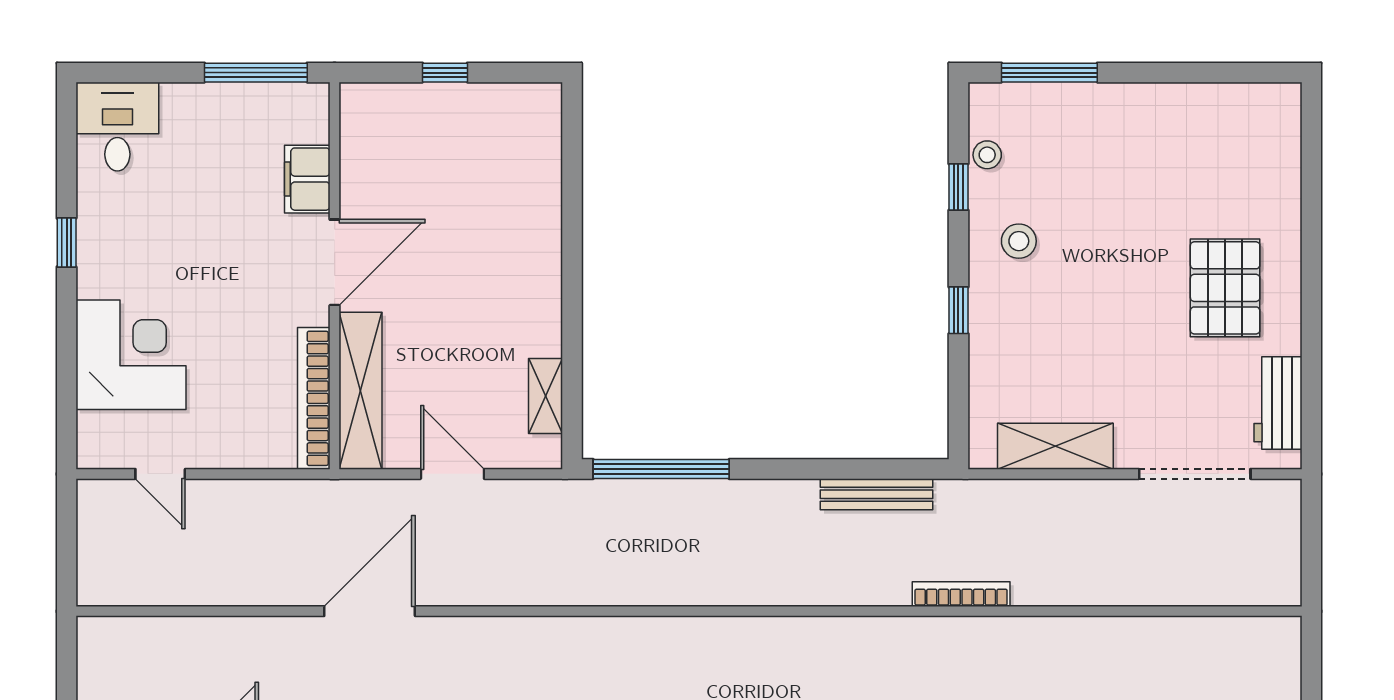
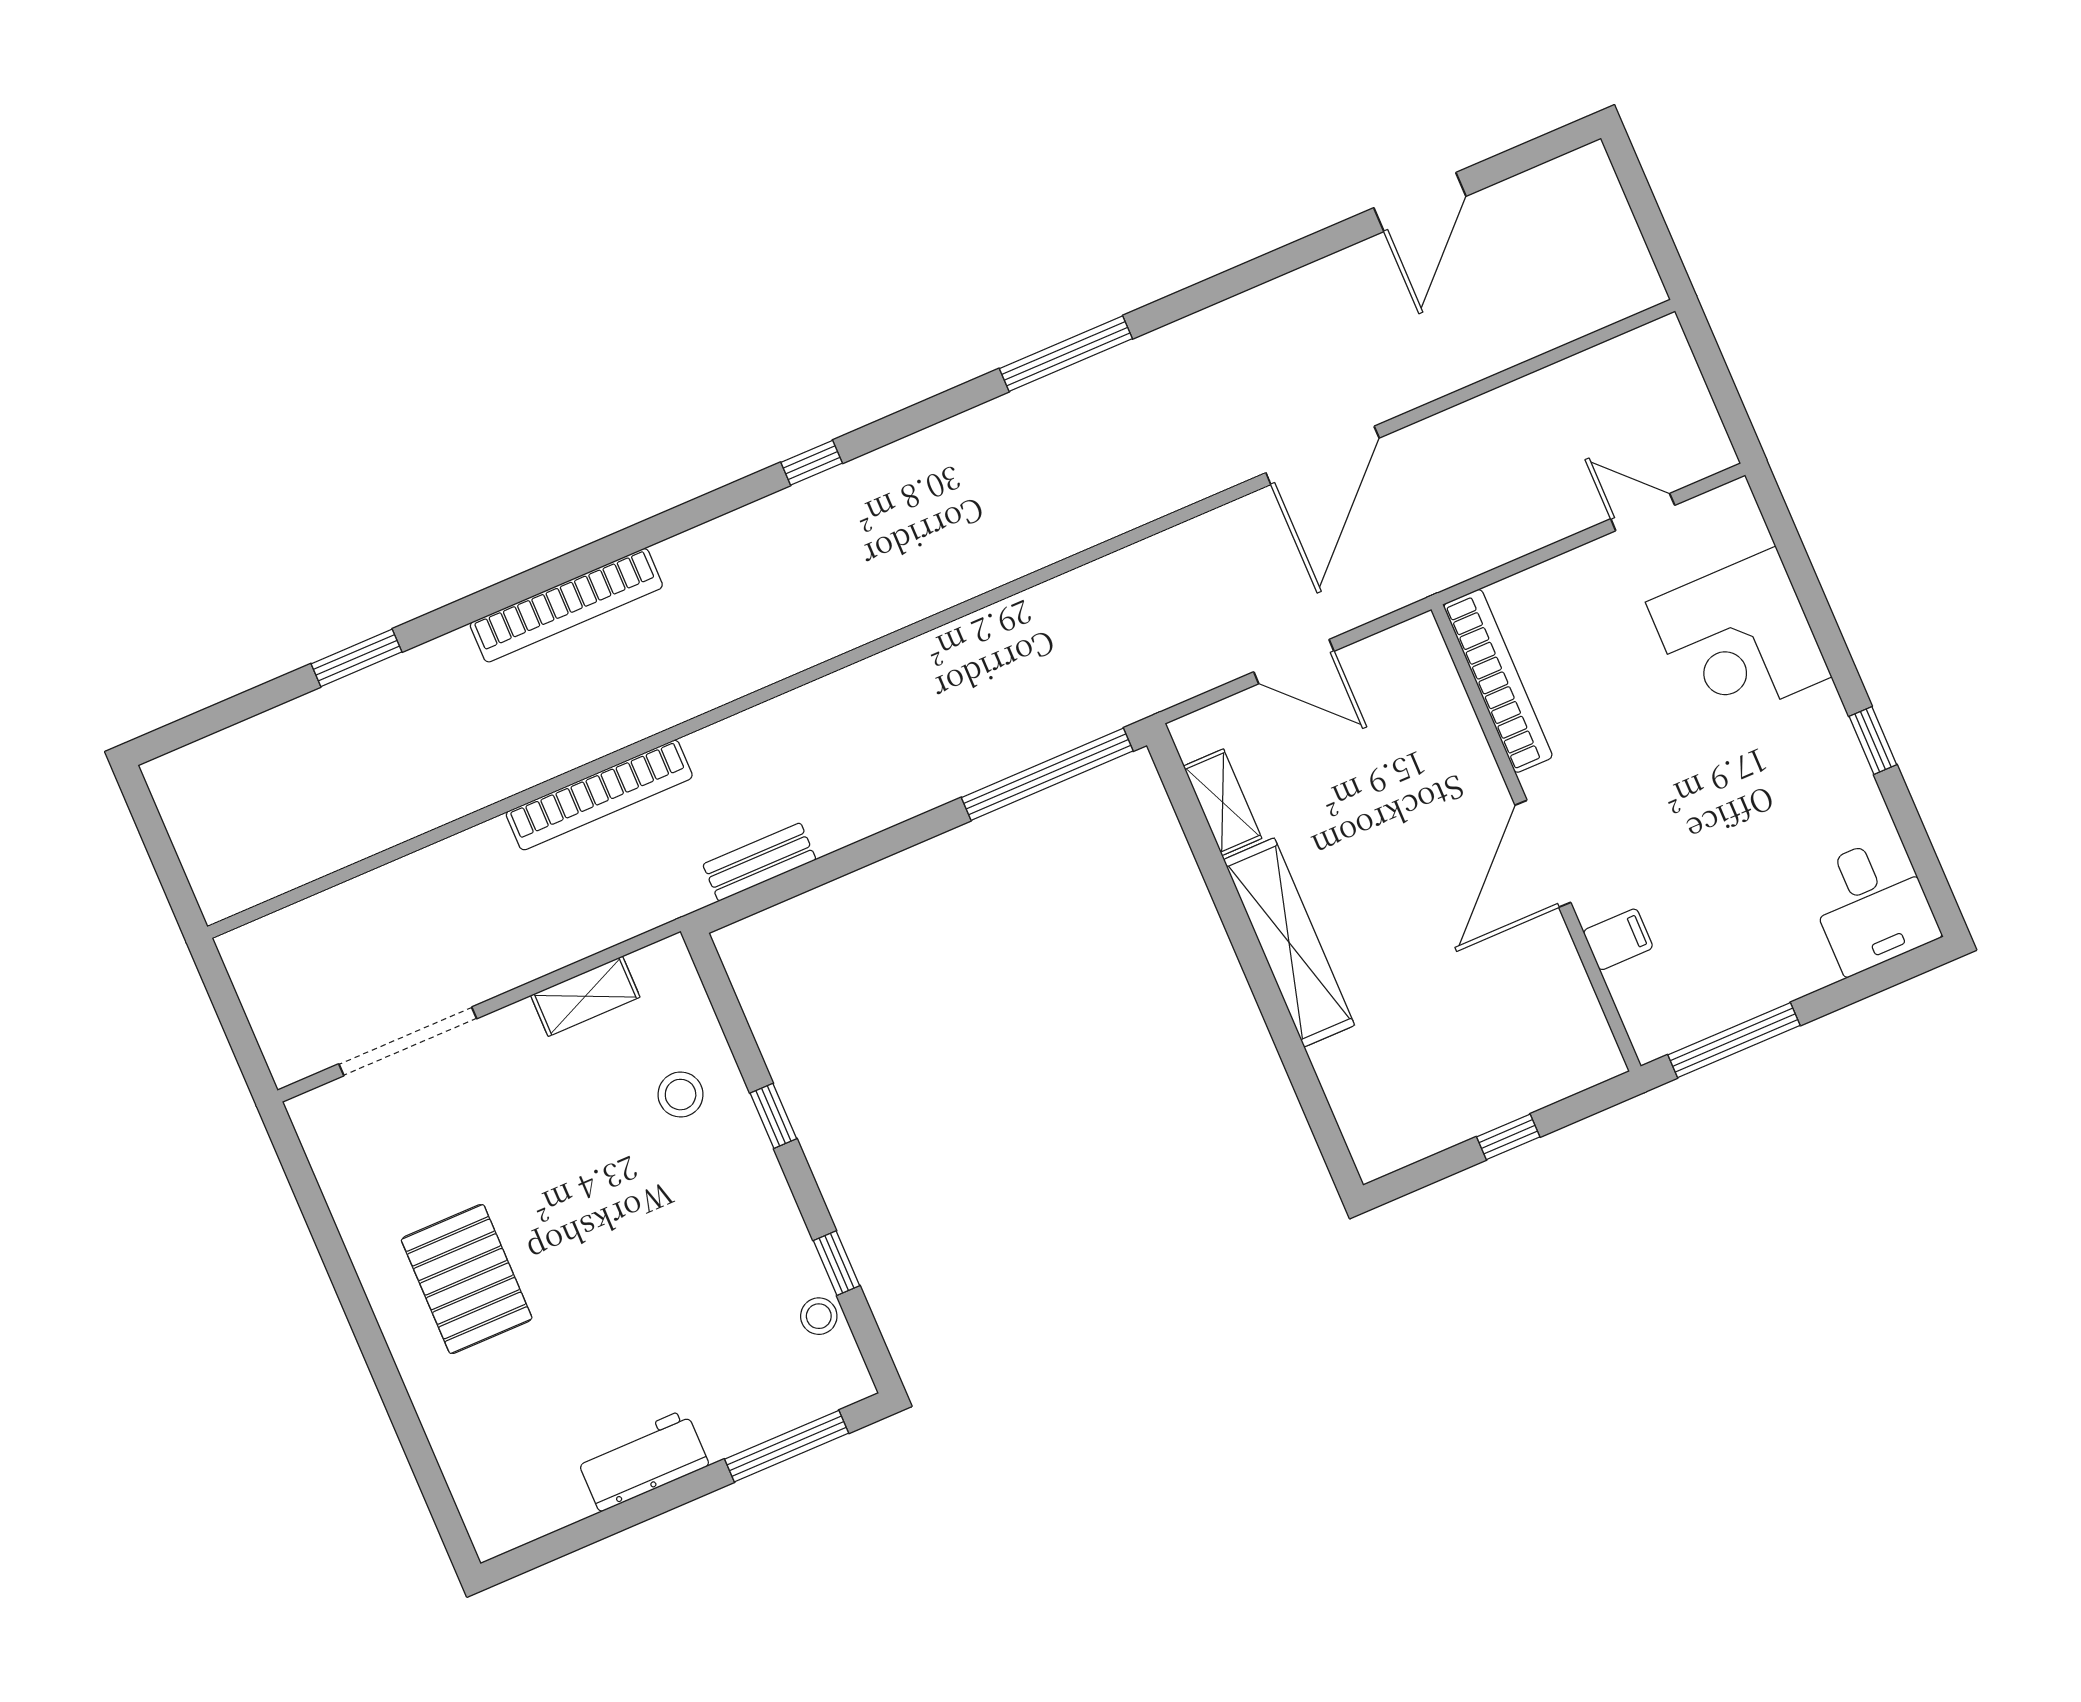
filing cabinet: (307, 179) -> (1618, 939), width x0.50
stool: (1019, 241) -> (681, 1095), moved
shelving: (361, 391) -> (1289, 942), moved
workbench: (1278, 403) -> (643, 1461), moved, turned -90
shelving: (1055, 446) -> (585, 996), width x0.67, depth x0.75
bench: (876, 494) -> (759, 862), width x0.73
bookcase: (961, 594) -> (599, 795), width x1.48, depth x1.31

